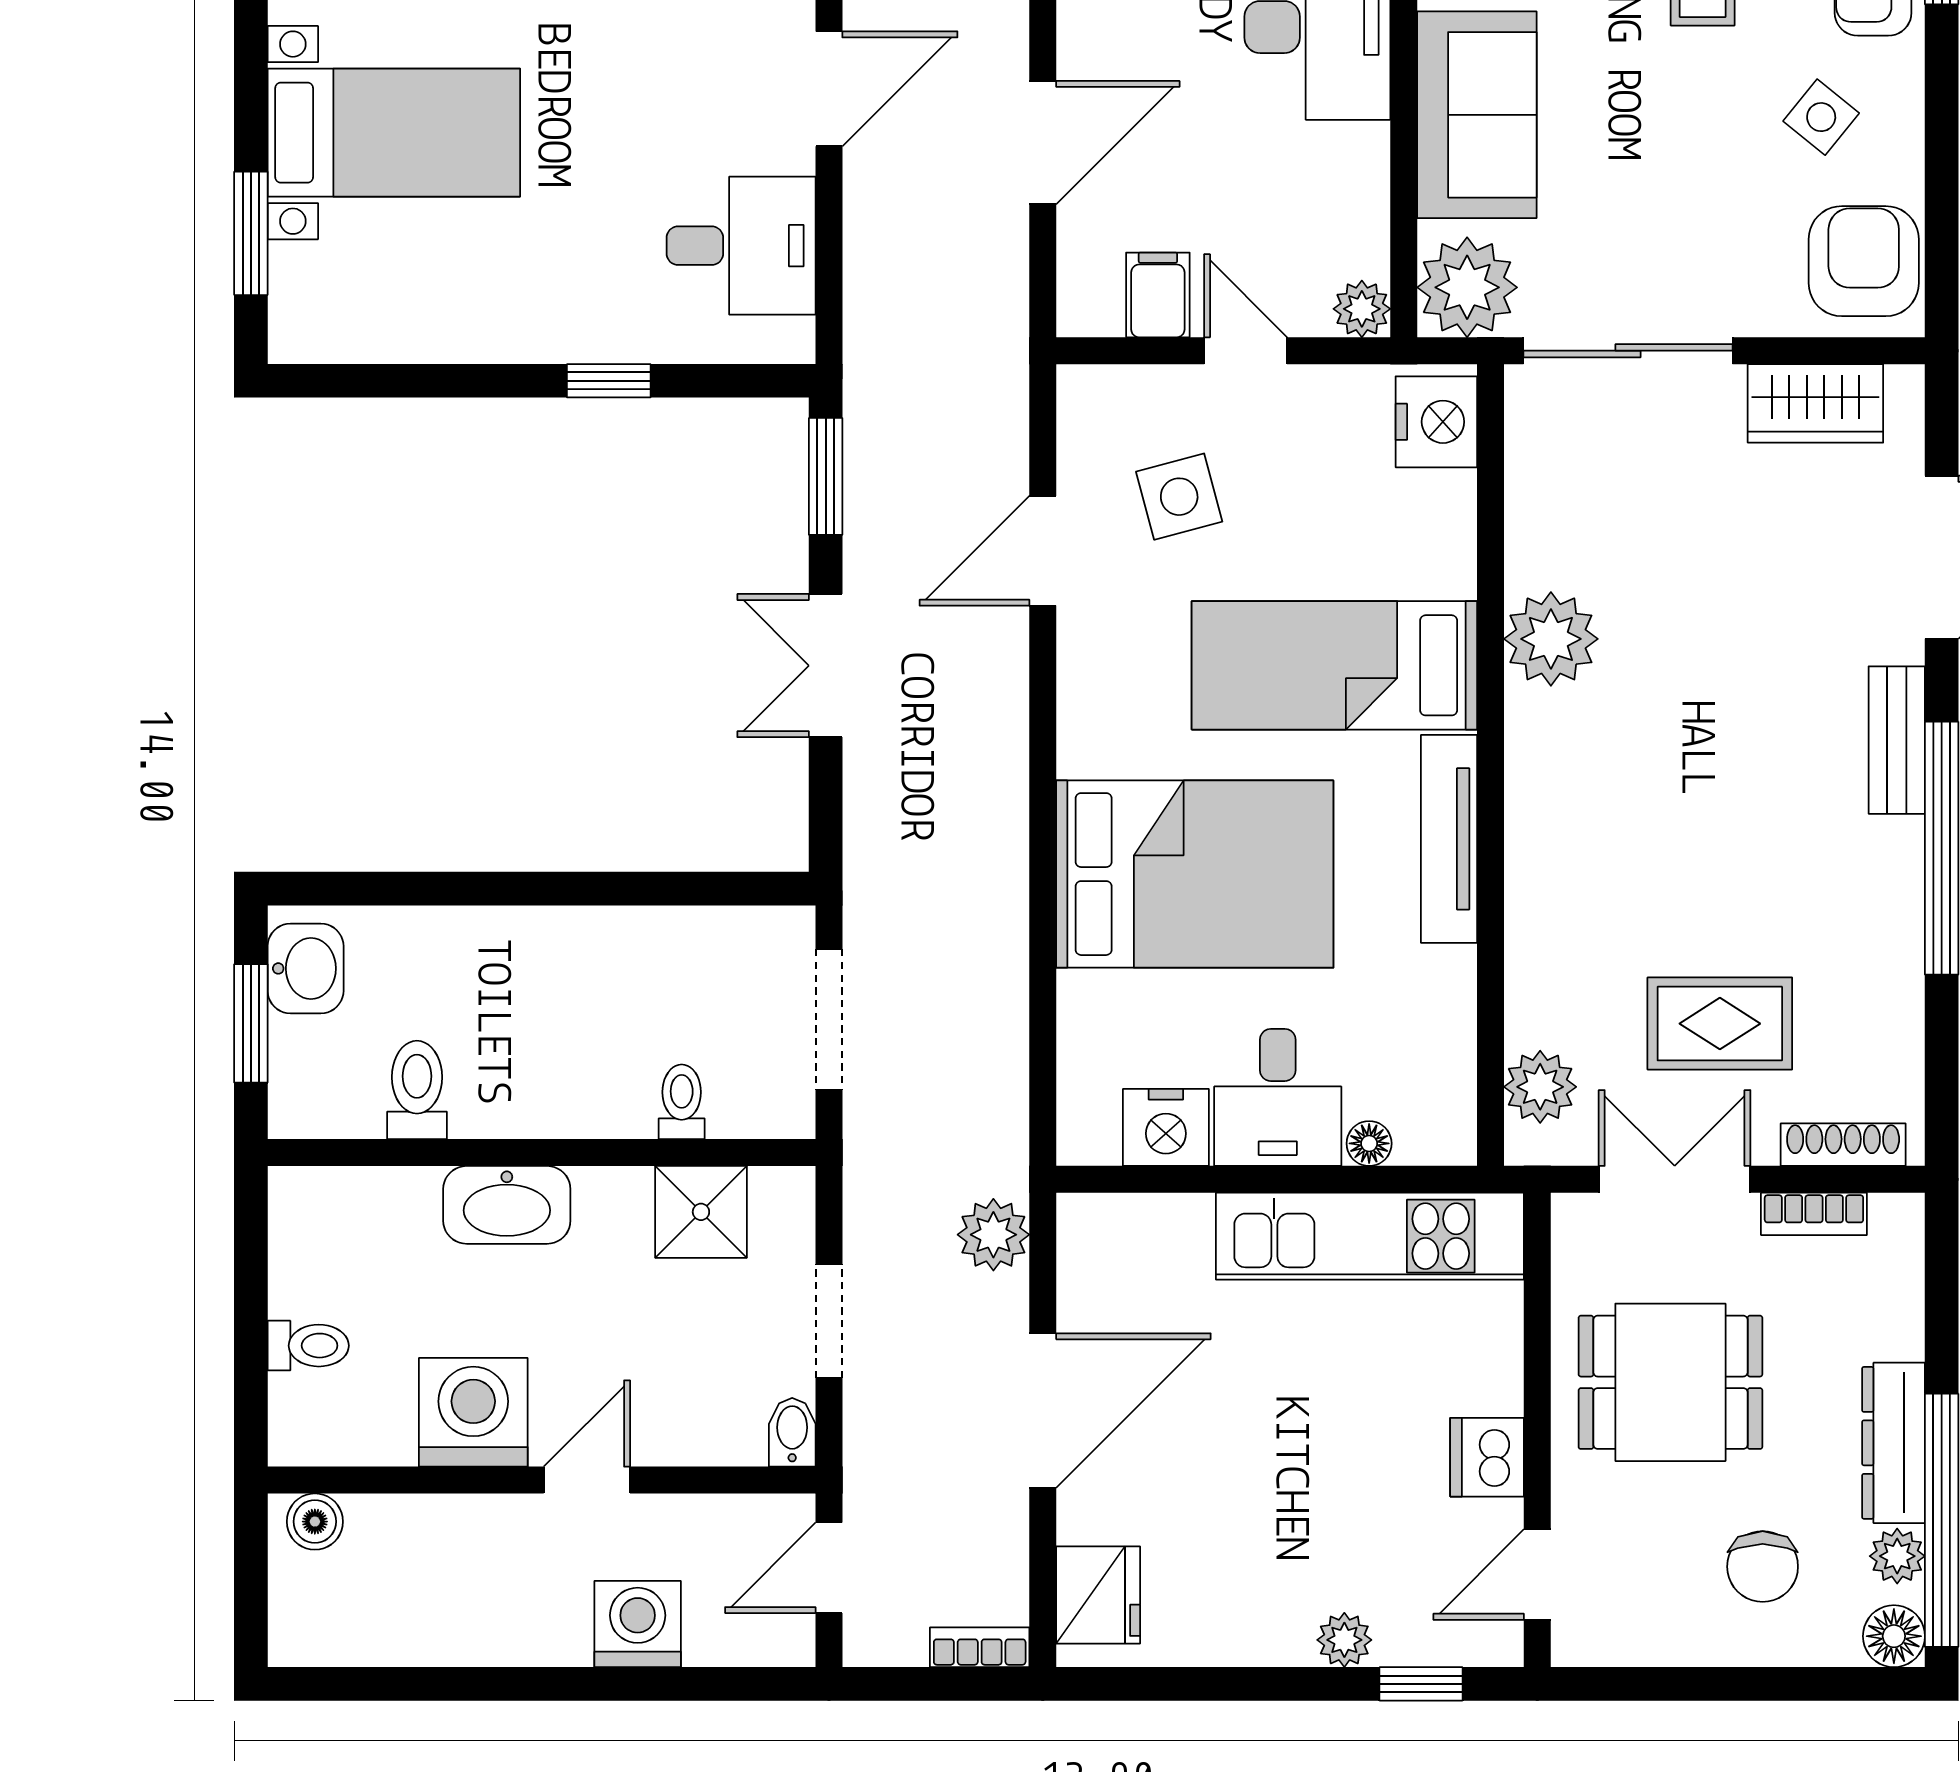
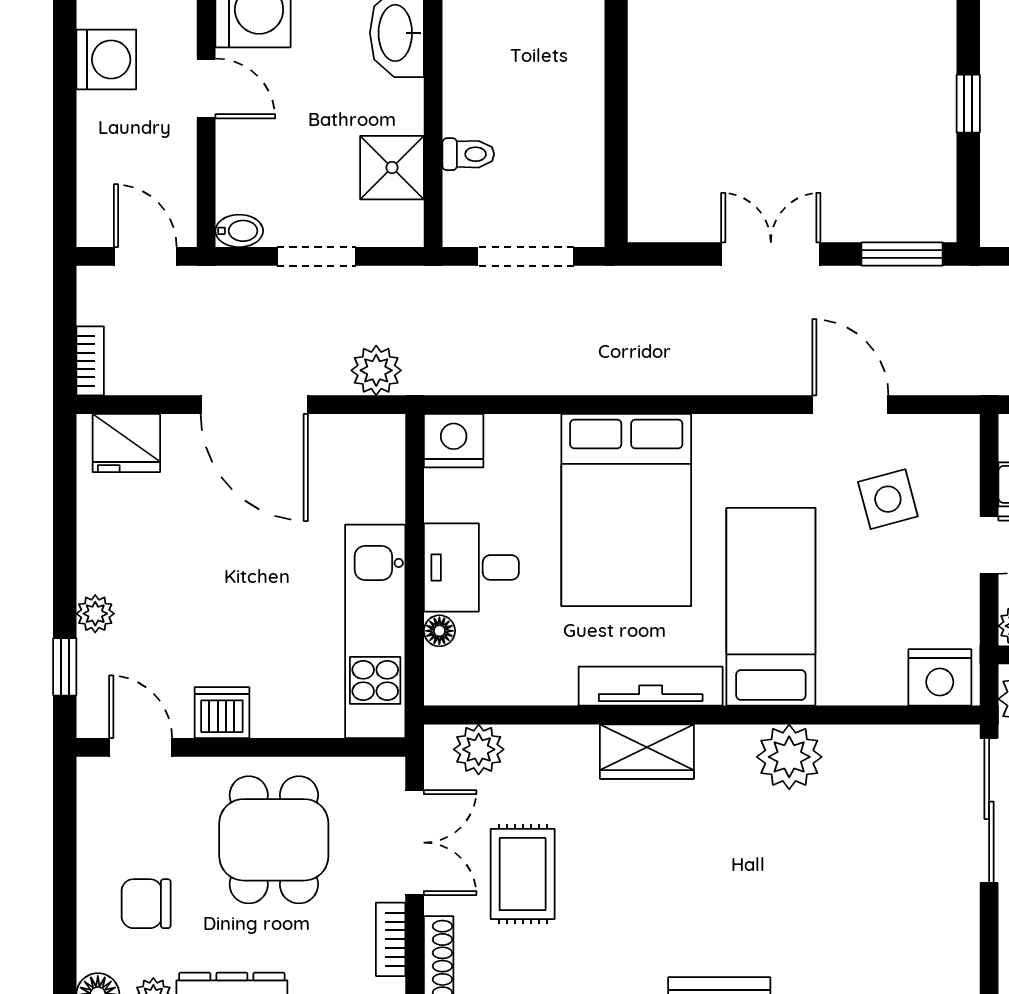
wardrobe: (1815, 403) -> (647, 752), moved, turned -90
nightstand: (1166, 1127) -> (454, 441), moved, turned 90
washing machine: (638, 1624) -> (106, 59), moved

